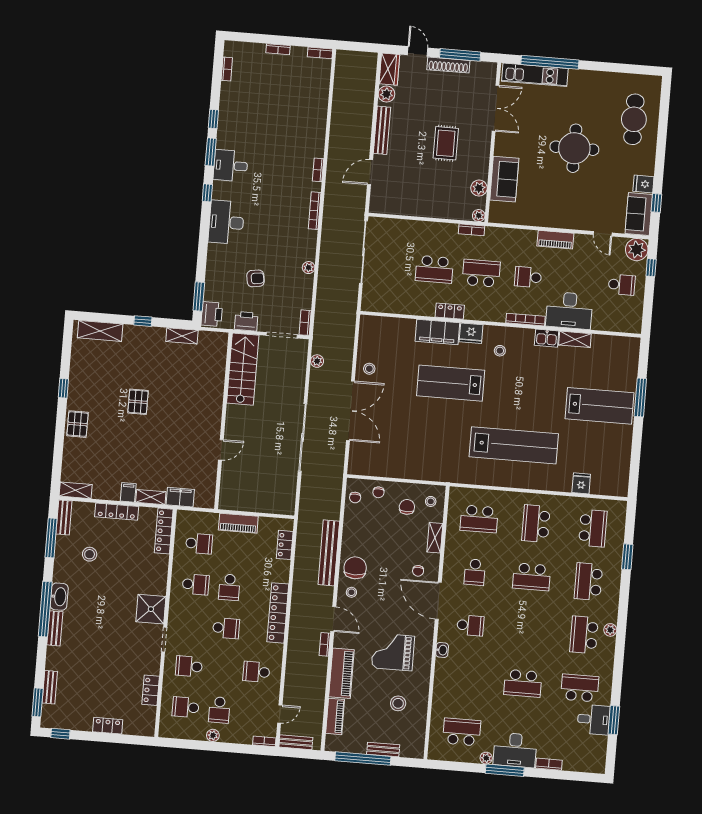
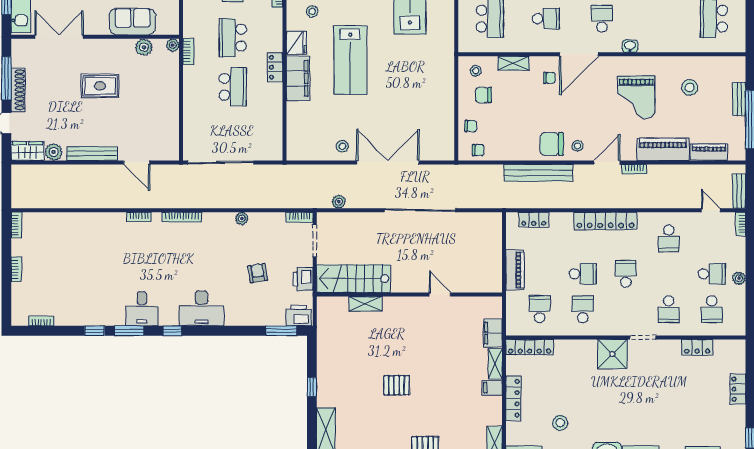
shelving: (182, 336) -> (366, 304), moved, turned 90

